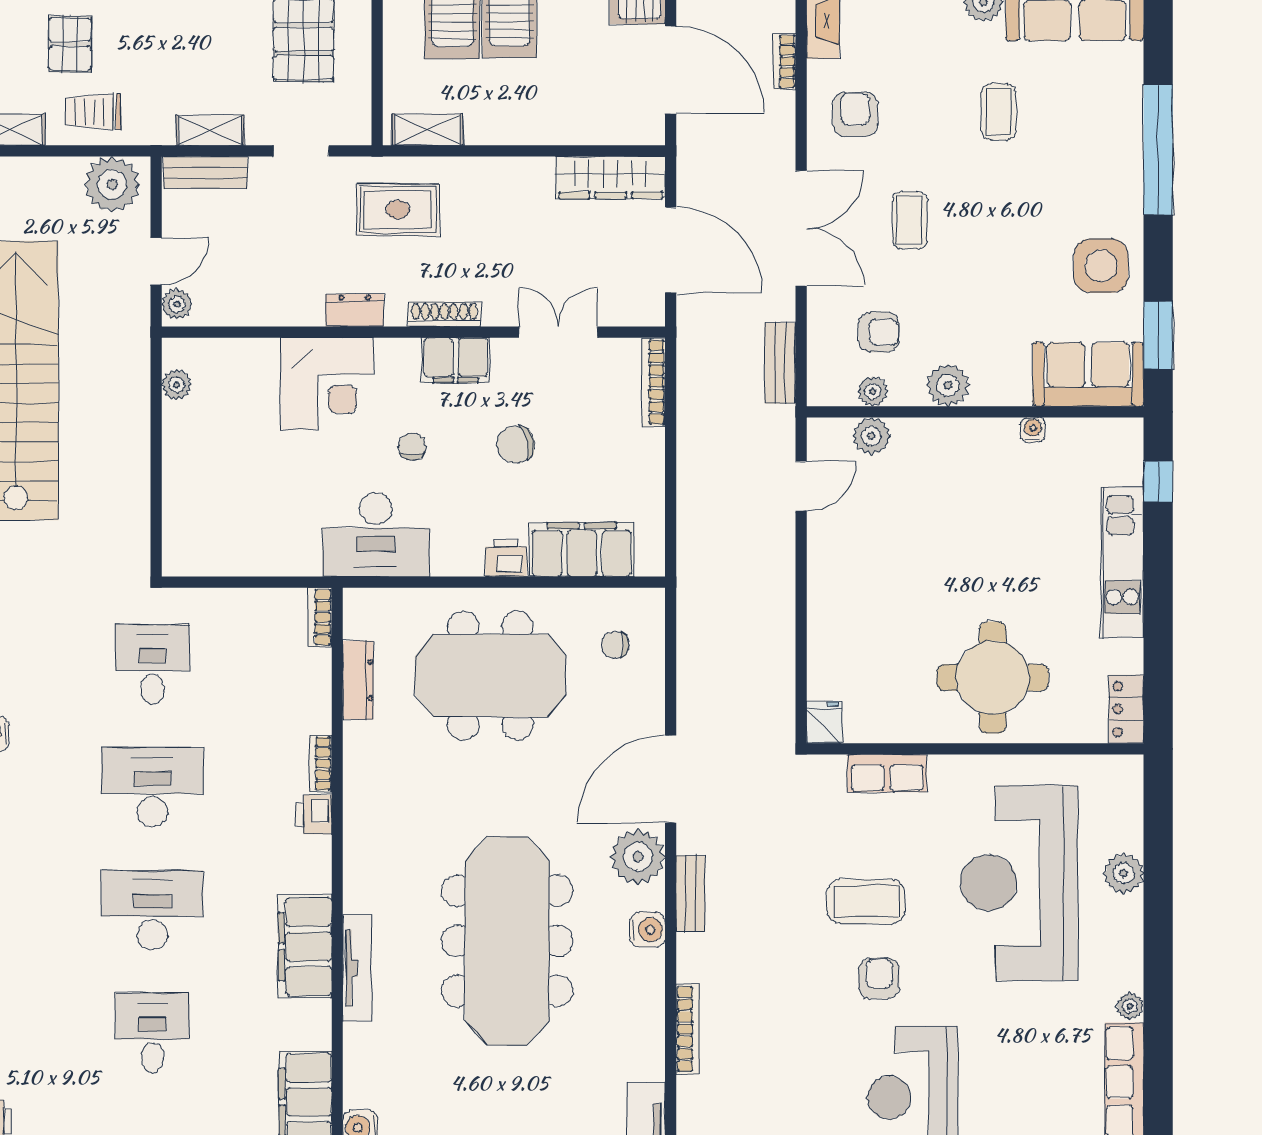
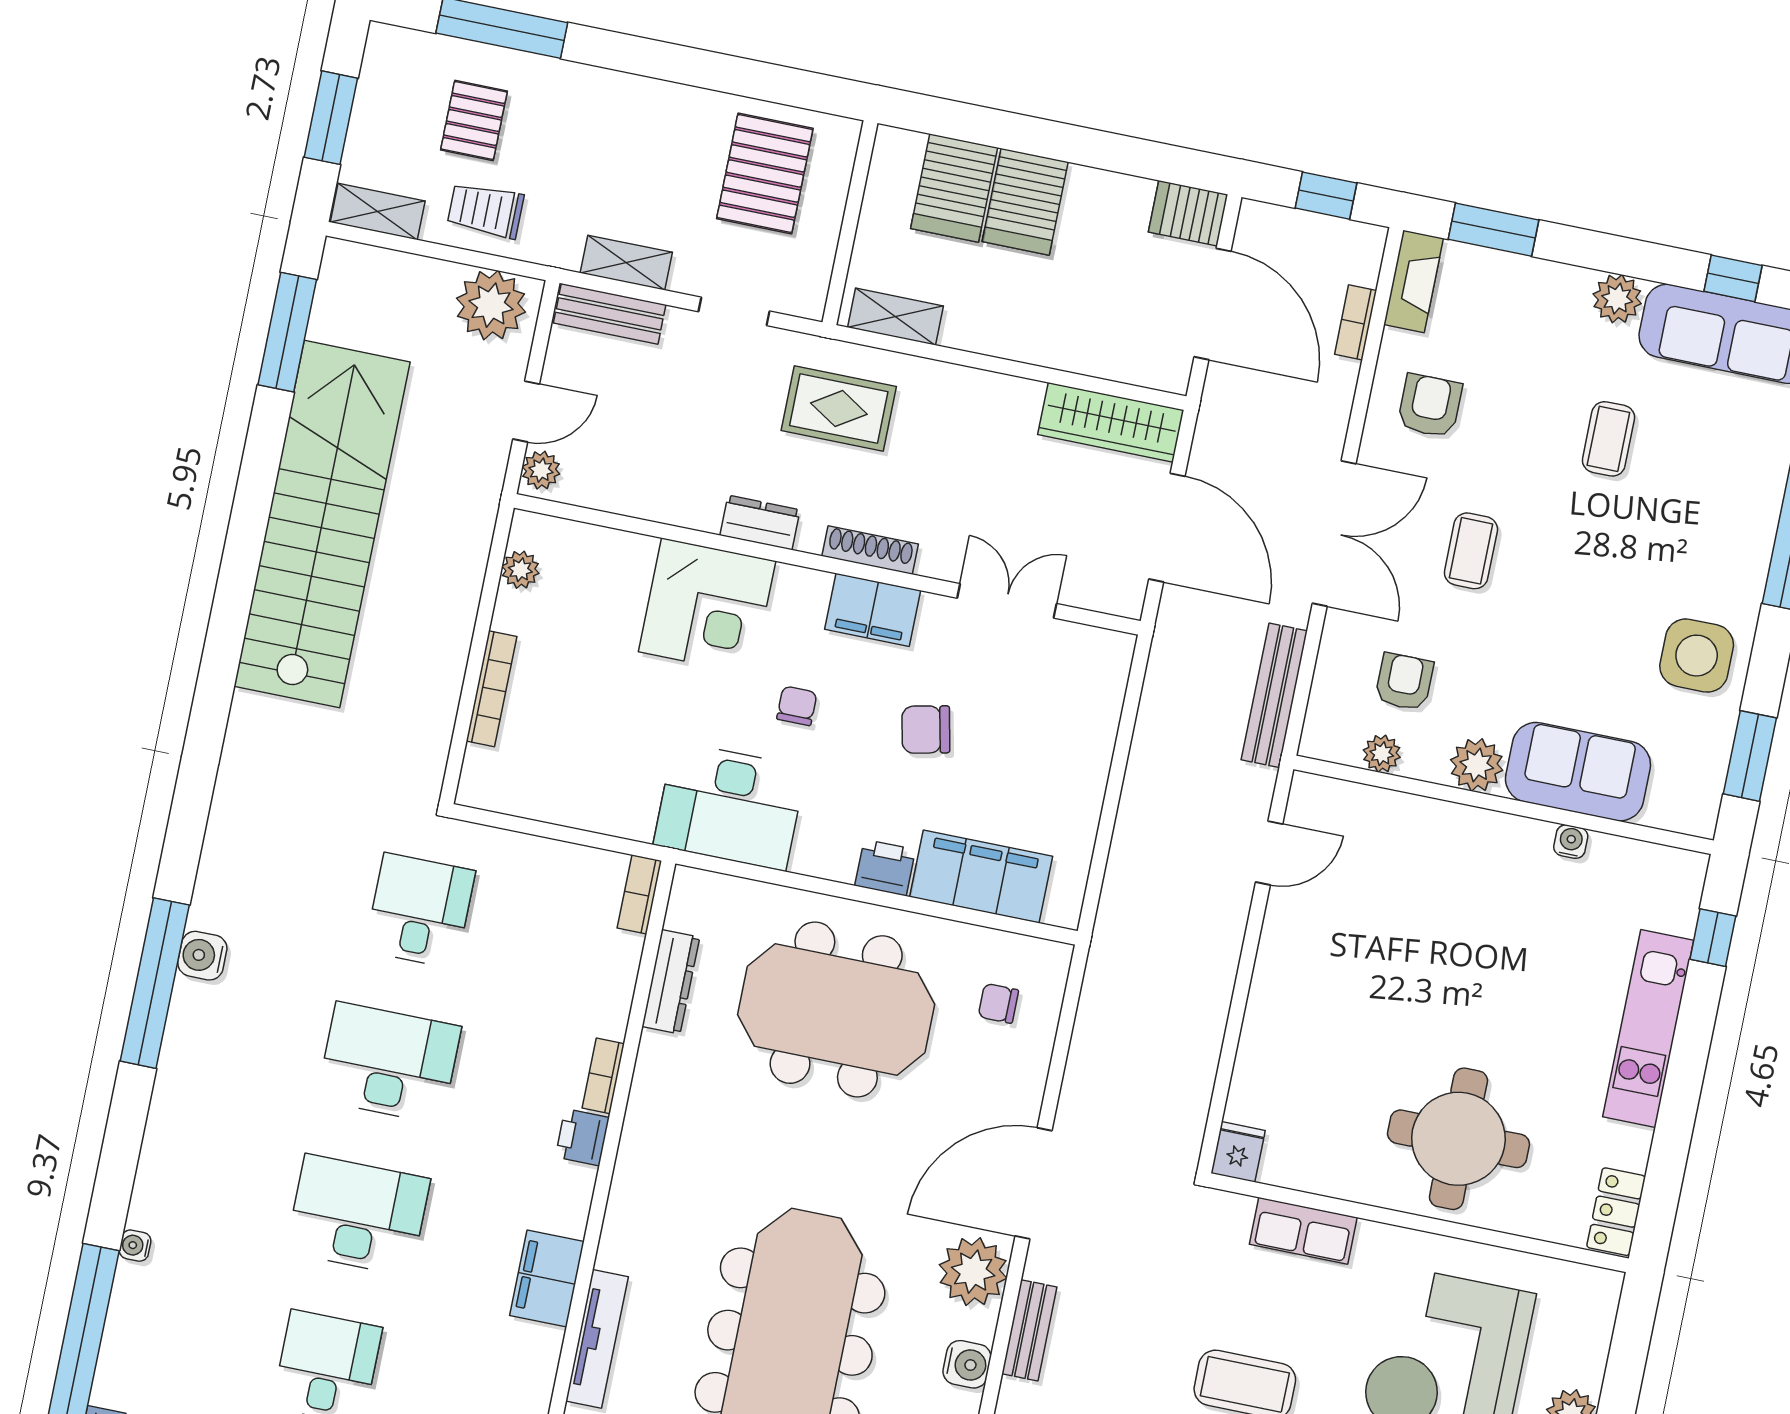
armchair: (879, 332) -> (1404, 682), turned -90
bench: (780, 363) -> (1274, 695), width x1.36
sofa: (1088, 374) -> (1578, 772), moved
bookcase: (654, 382) -> (491, 689), moved, turned 180
plant: (871, 436) -> (1369, 809), removed
filing cabinet: (305, 947) -> (547, 1278), width x0.67, depth x0.86

